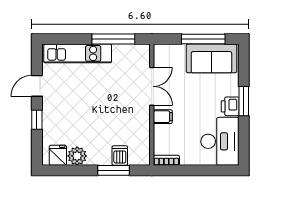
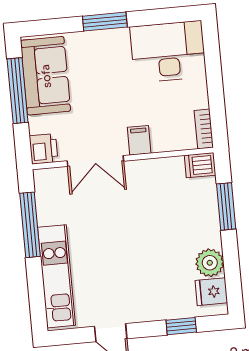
double door: (152, 86) -> (95, 161), swing flipped
printer: (230, 106) -> (44, 149), moved, turned -90
window: (37, 120) -> (181, 326), moved
dishwasher: (120, 156) -> (200, 165), moved

